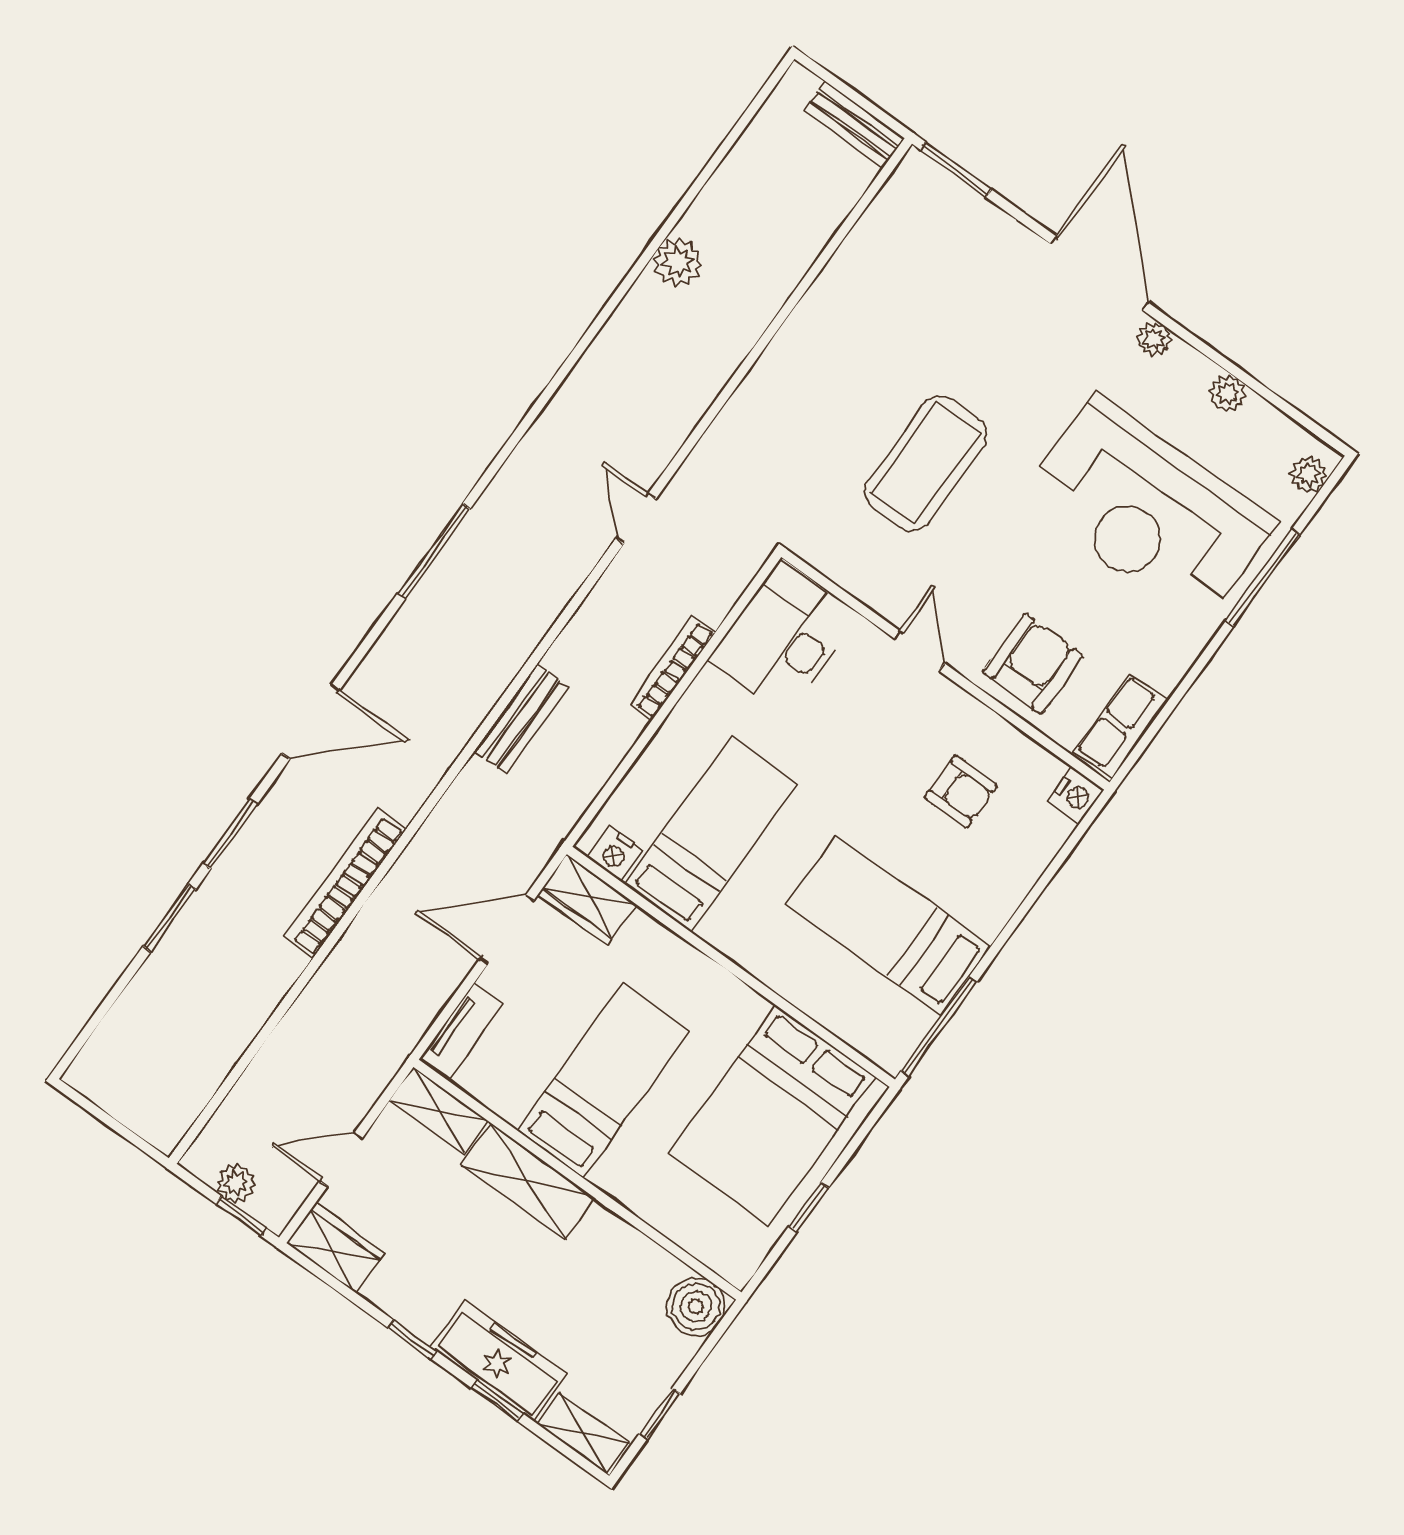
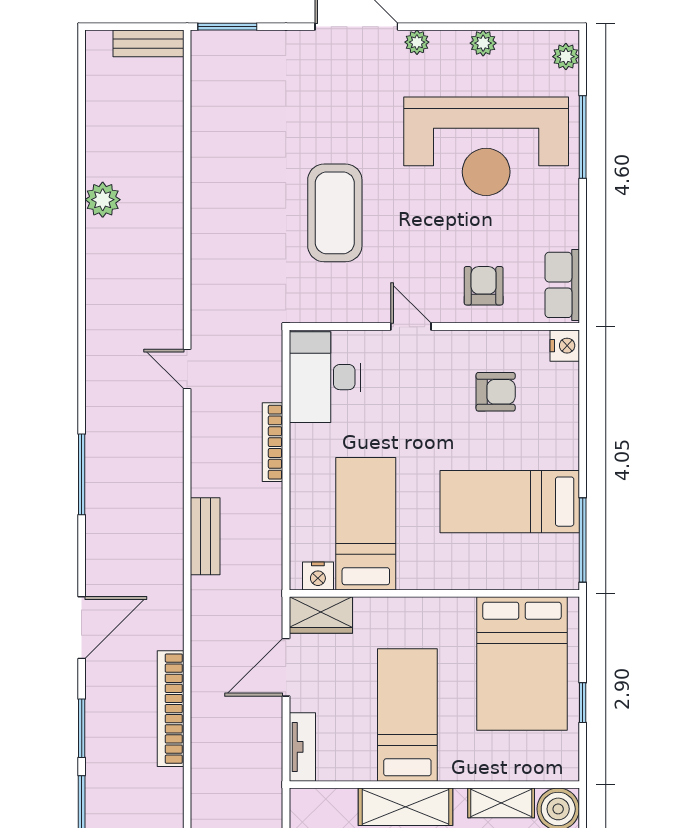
armchair: (1033, 664) -> (484, 286), width x0.72, depth x0.72
shelving: (438, 1110) -> (501, 803), moved

